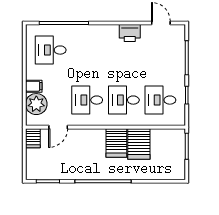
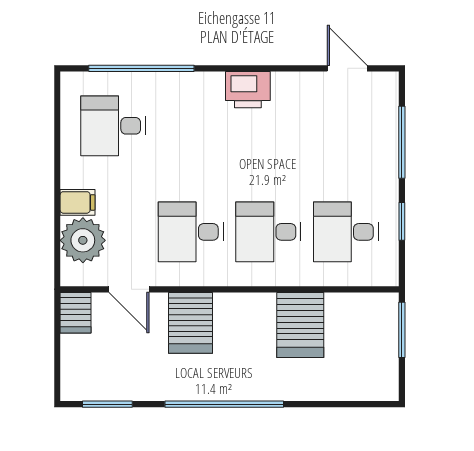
printer: (130, 33) -> (248, 90), moved
door: (58, 127) -> (129, 289), hinge flipped
server rack: (116, 143) -> (190, 323), moved

